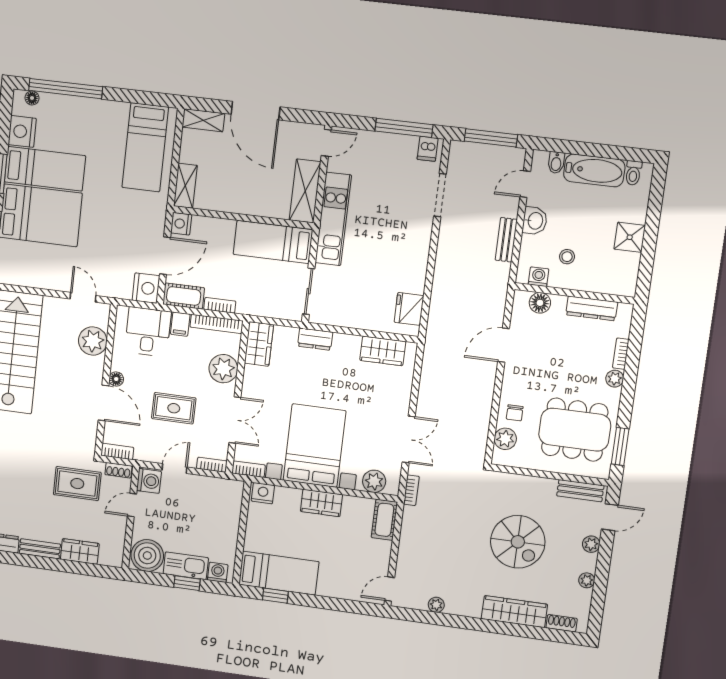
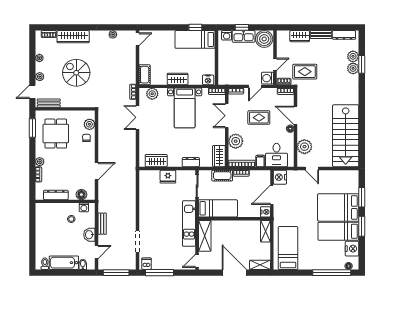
shower: (630, 237) -> (42, 232), removed
cot: (184, 296) -> (222, 176), moved
fridge: (409, 309) -> (168, 177), moved, turned 90
dining table: (575, 430) -> (56, 134), width x0.73
bed with nightstands: (314, 446) -> (185, 108), width x0.73

